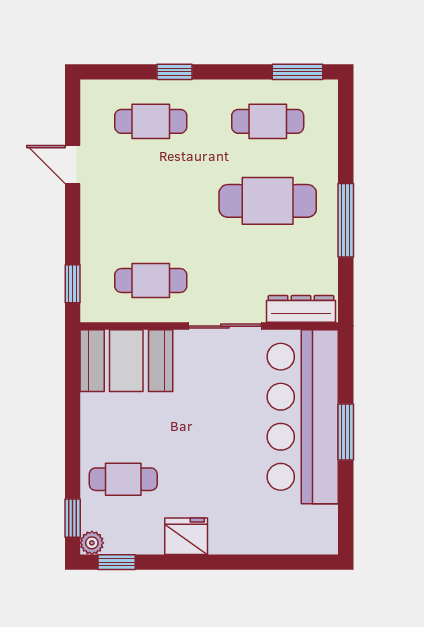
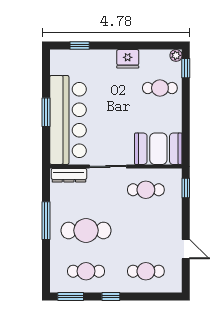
window: (174, 72) -> (111, 297), moved
window: (117, 562) -> (80, 46), moved

